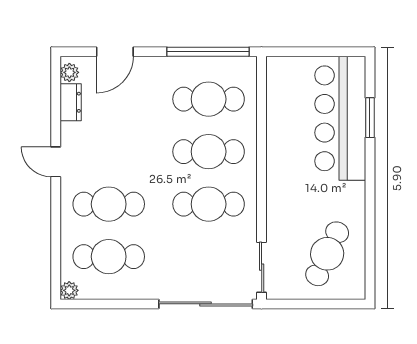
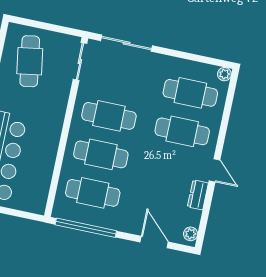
door: (115, 52) -> (154, 242), hinge flipped
dresser: (71, 102) -> (198, 195), moved
cafe table: (327, 254) -> (30, 61), turned -34
sliding door: (206, 304) -> (127, 43), width x0.73

